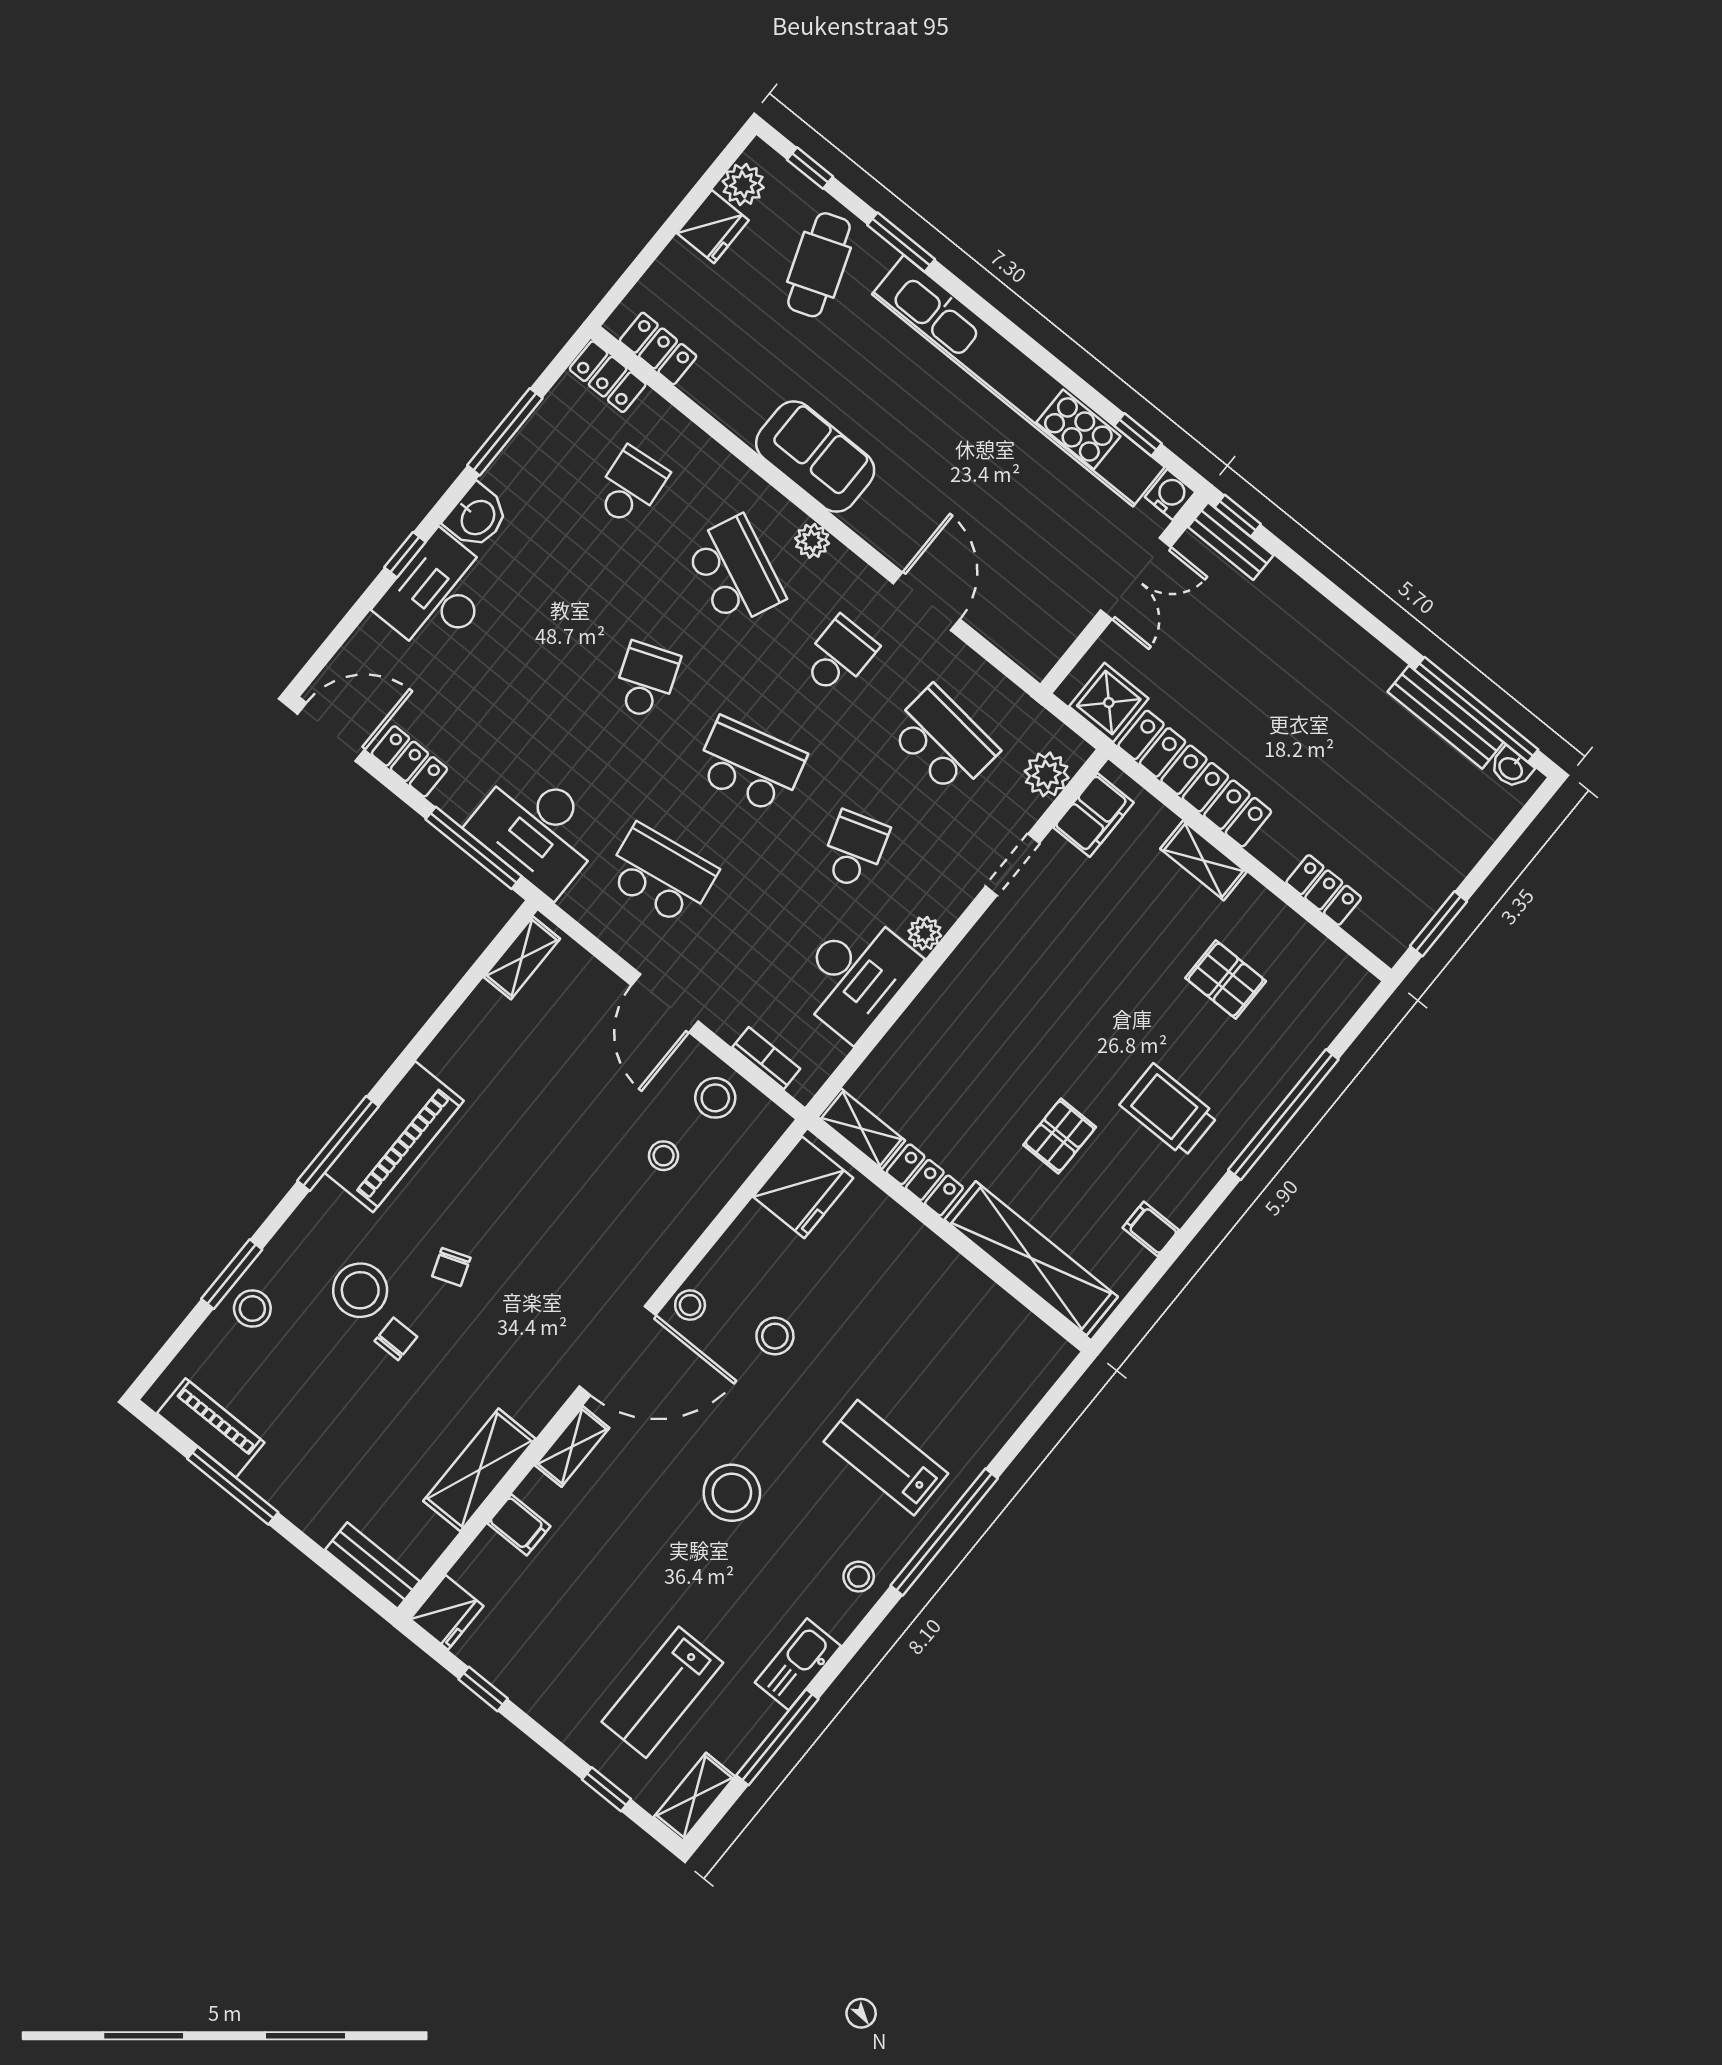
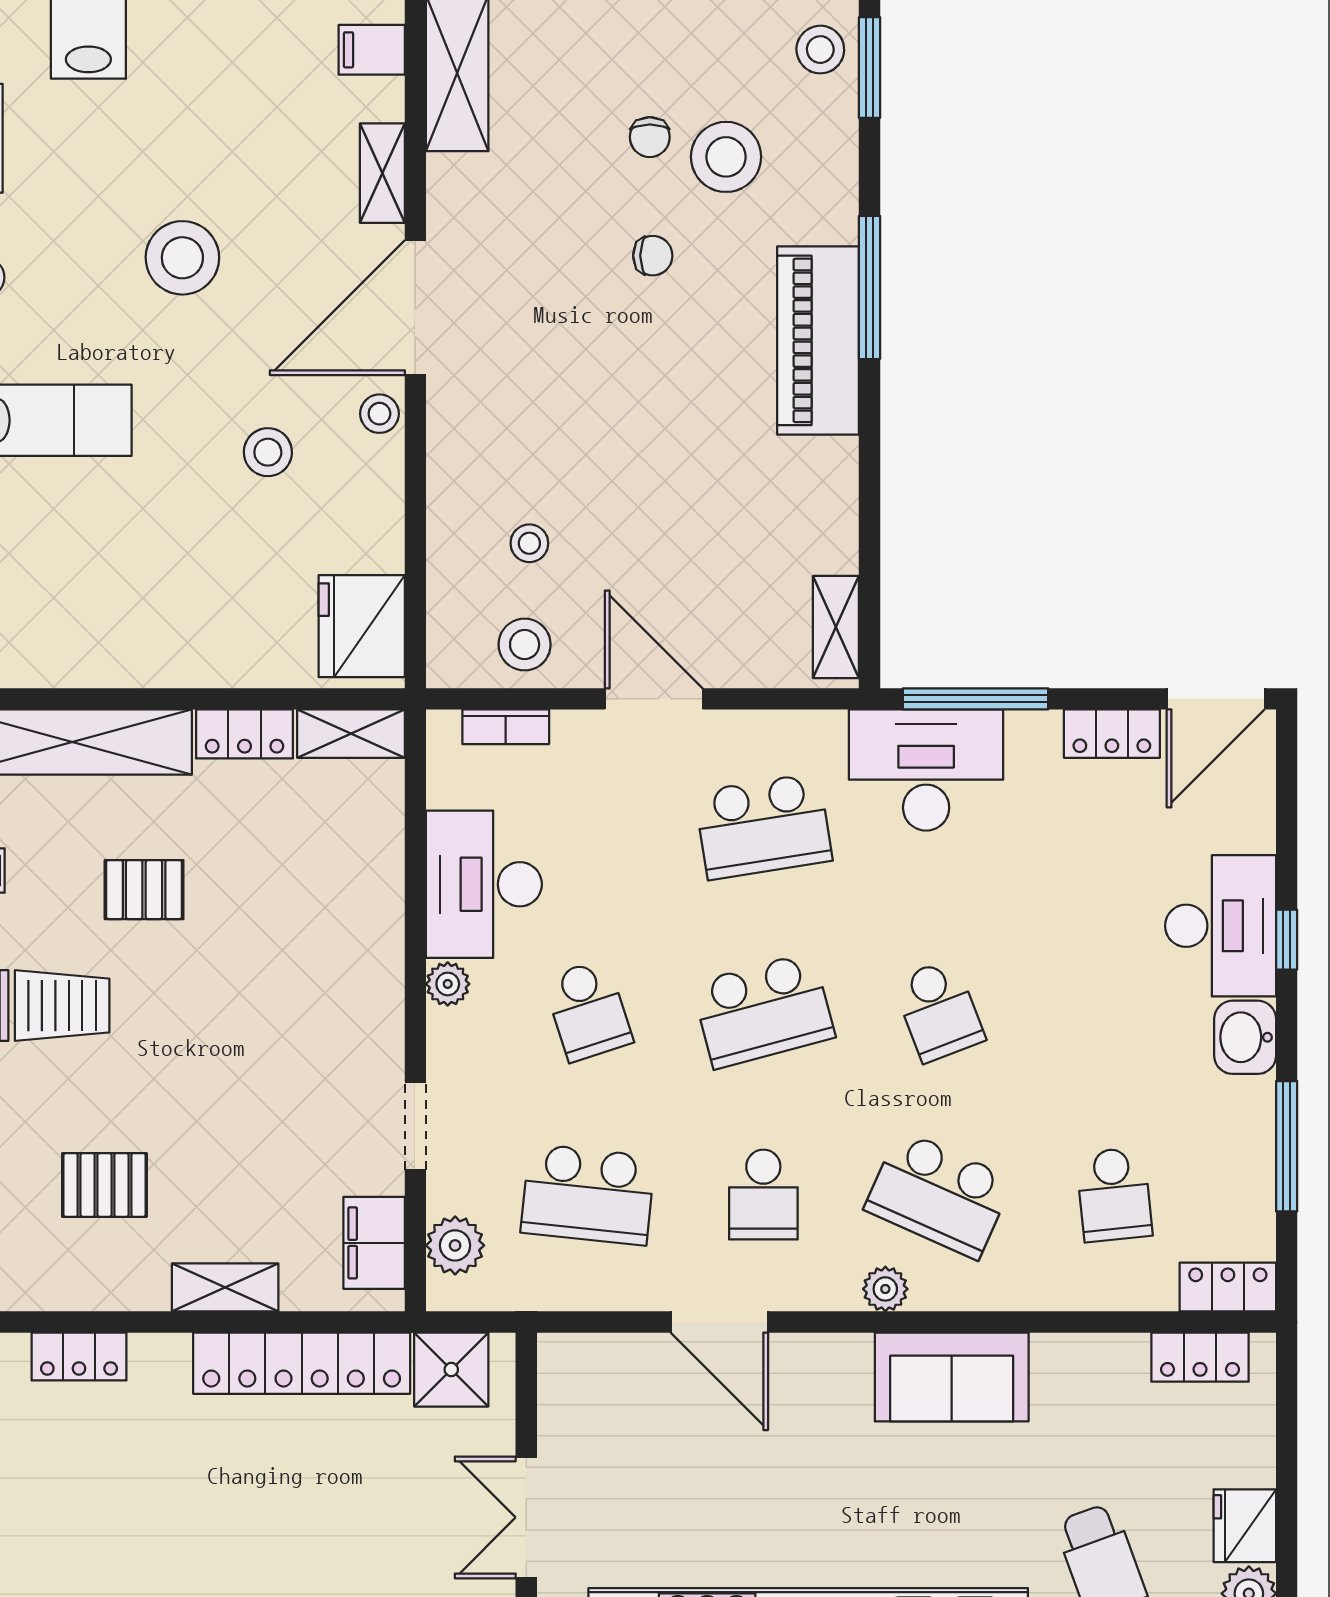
pallet: (1060, 1136) -> (144, 890), turned 90
chair: (451, 1267) -> (653, 256), turned 110

